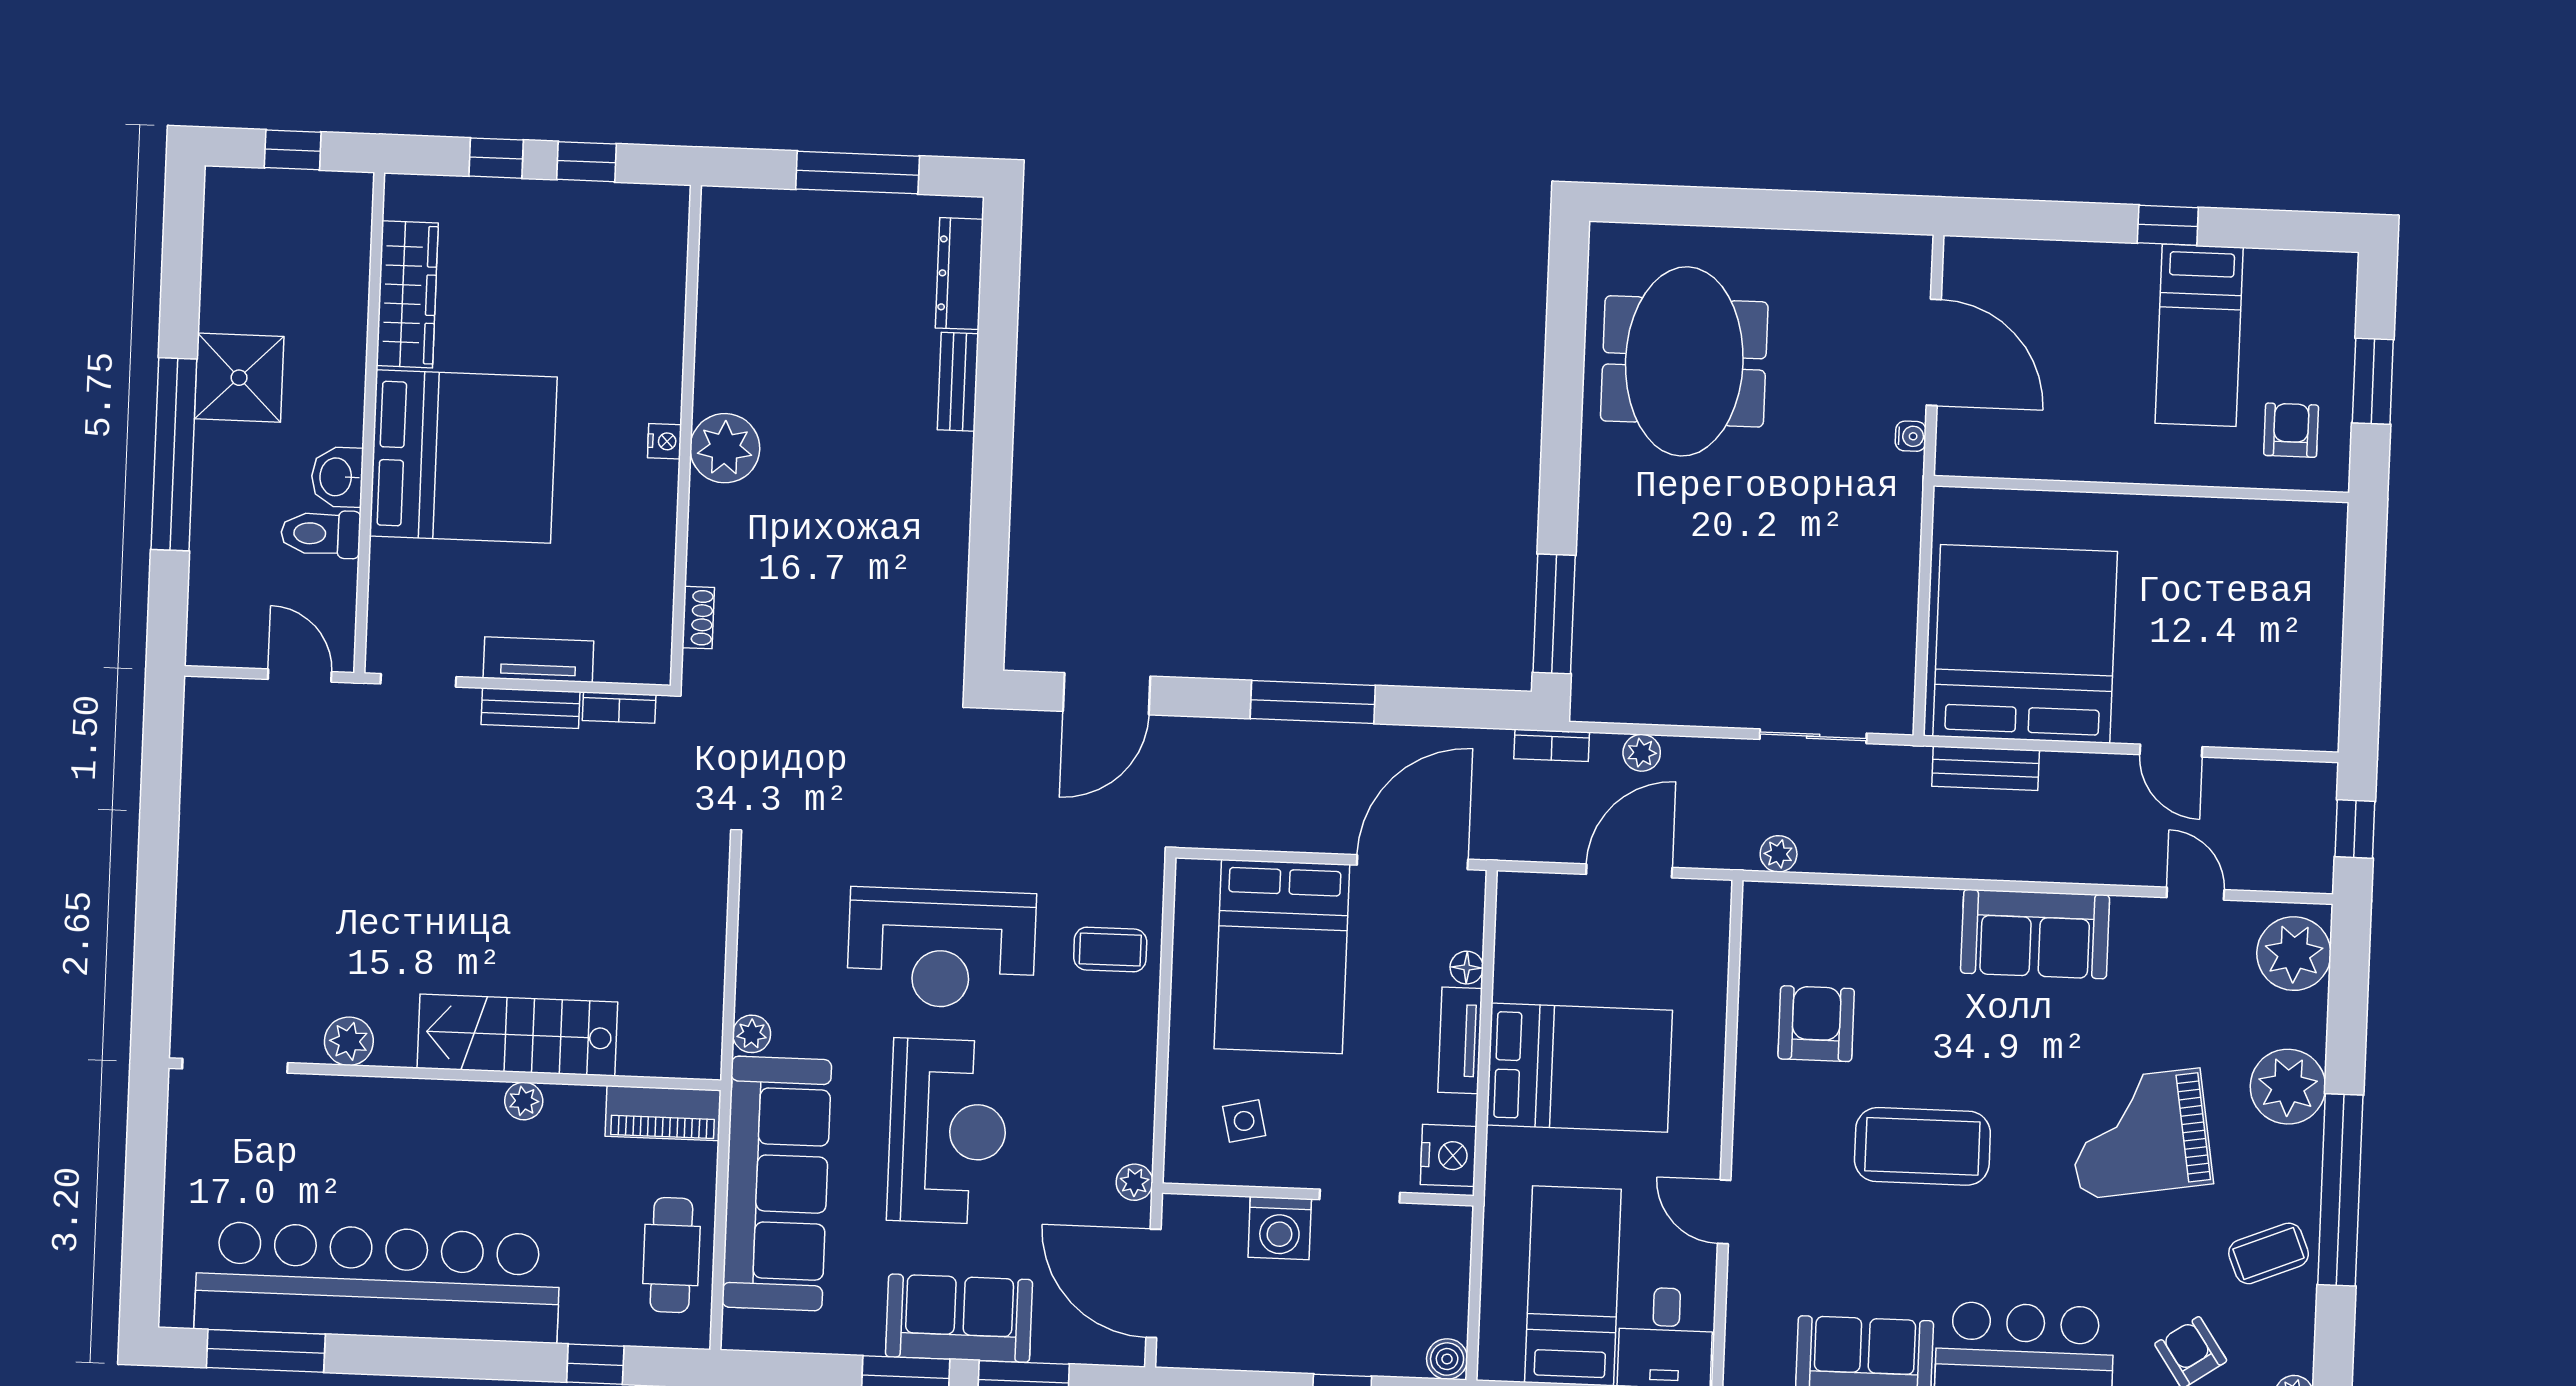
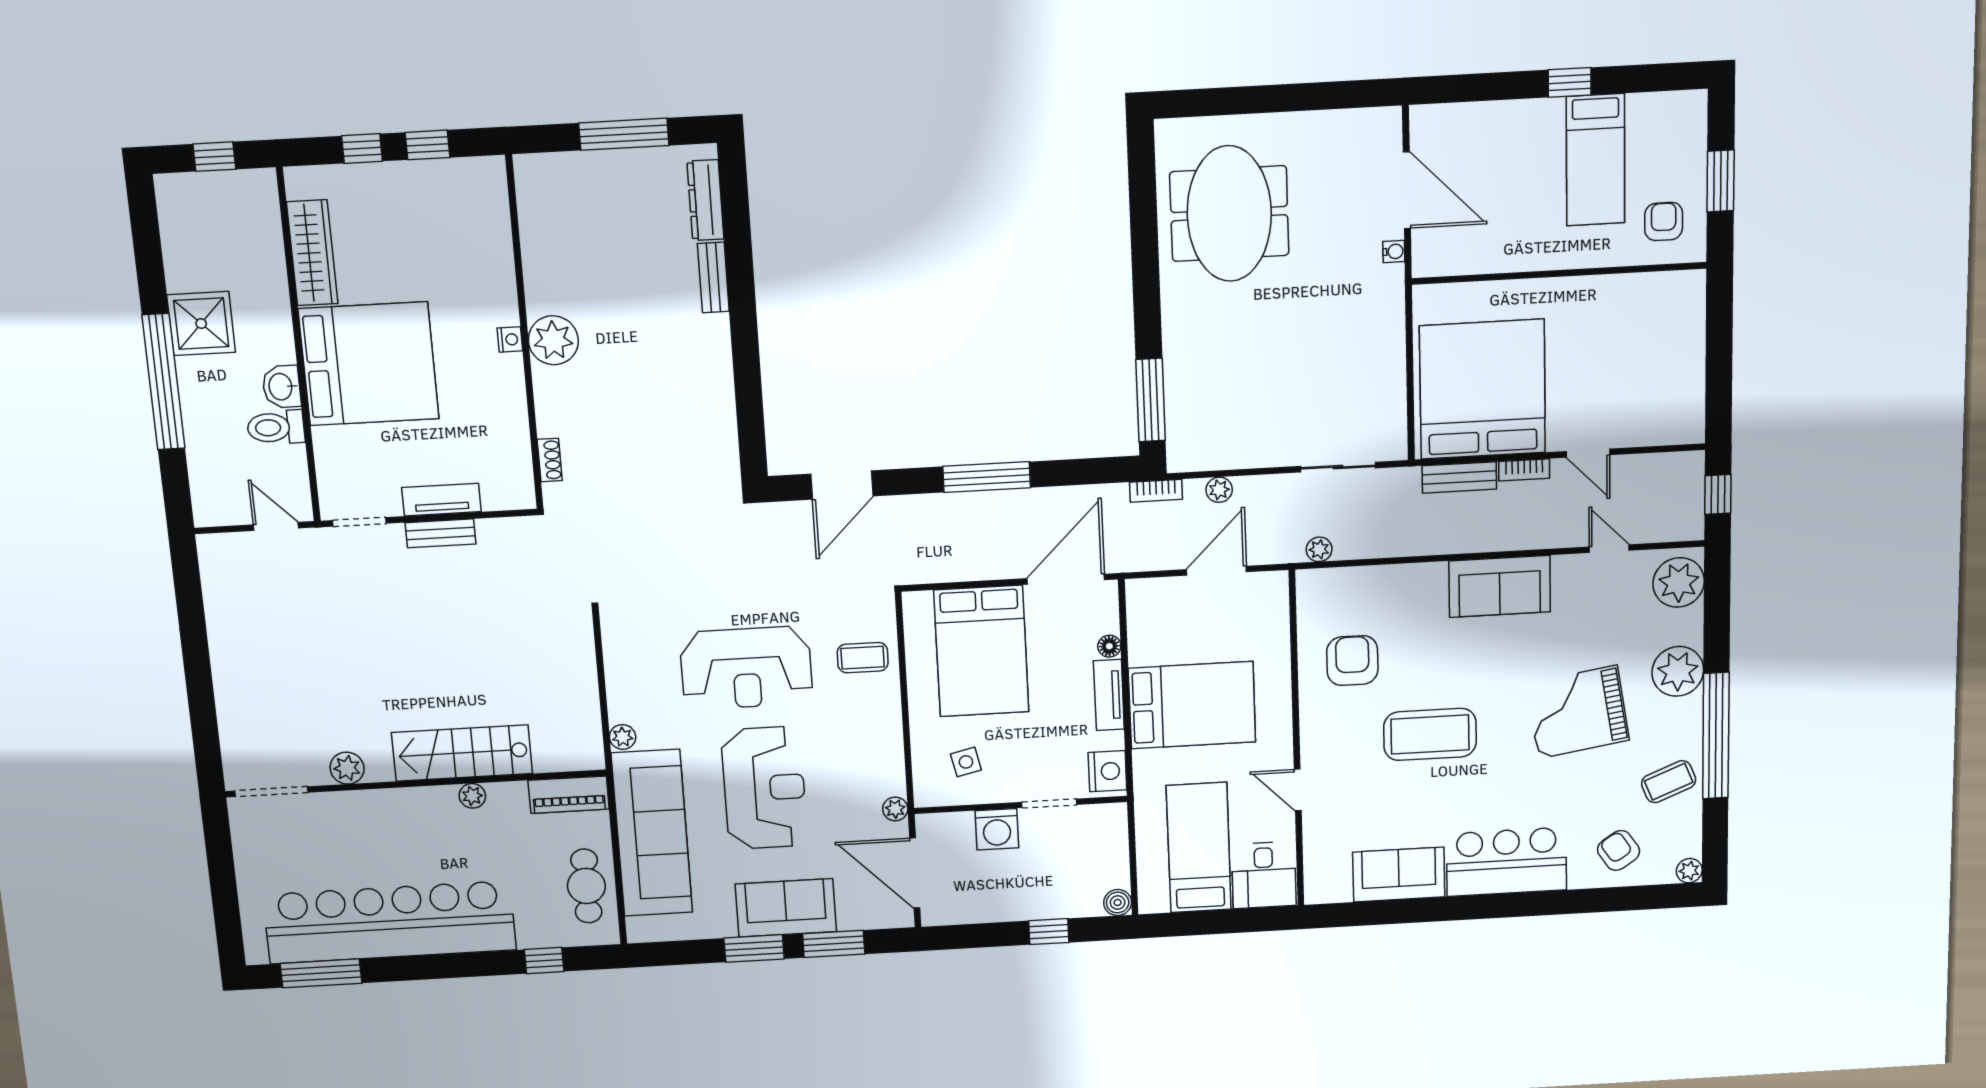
bookcase: (619, 708) -> (1524, 470), moved

